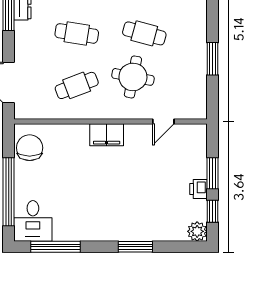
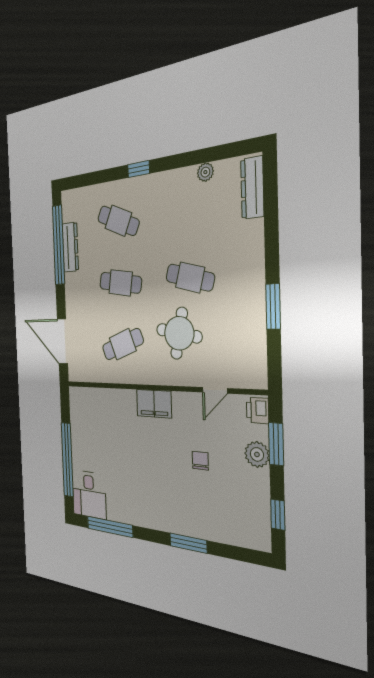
chair: (30, 148) -> (200, 461), moved, width x0.54, depth x0.54
window: (213, 173) -> (276, 444), moved
printer: (198, 189) -> (257, 410), moved
plant: (197, 231) -> (257, 454), moved

